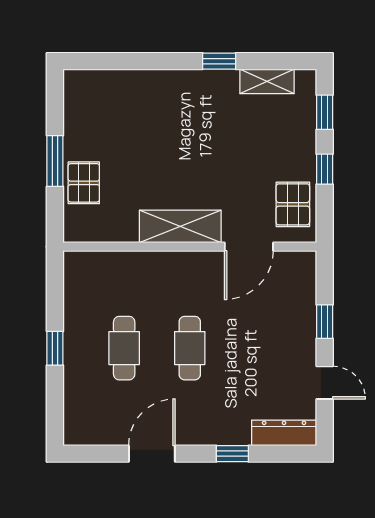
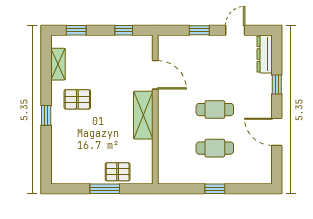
window: (219, 61) -> (46, 115), moved
window: (325, 169) -> (124, 30), moved
pallet: (293, 204) -> (77, 99), moved

